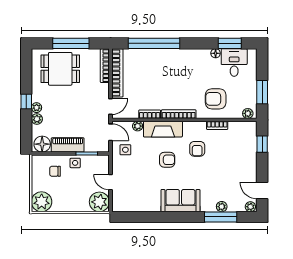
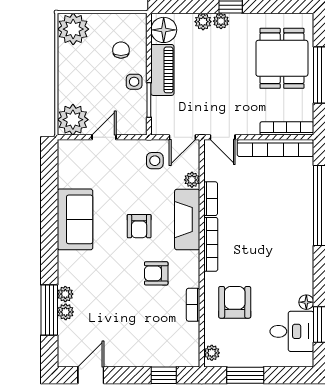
sofa: (180, 201) -> (75, 219), moved
plant: (250, 207) -> (65, 294), moved

